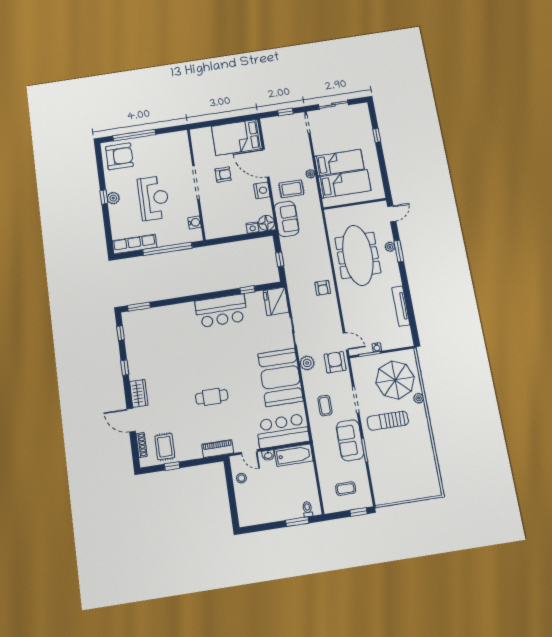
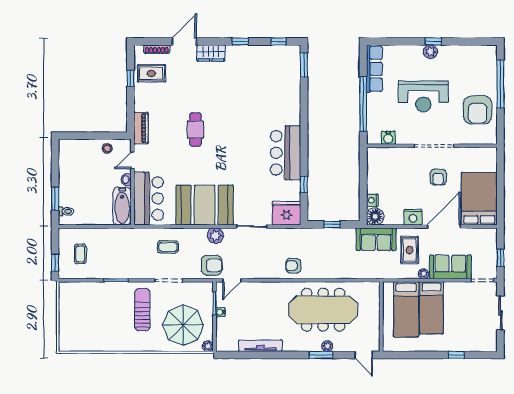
armchair: (119, 156) -> (478, 110), moved
plant: (419, 398) -> (208, 346), moved
sofa: (350, 440) -> (450, 267), moved

